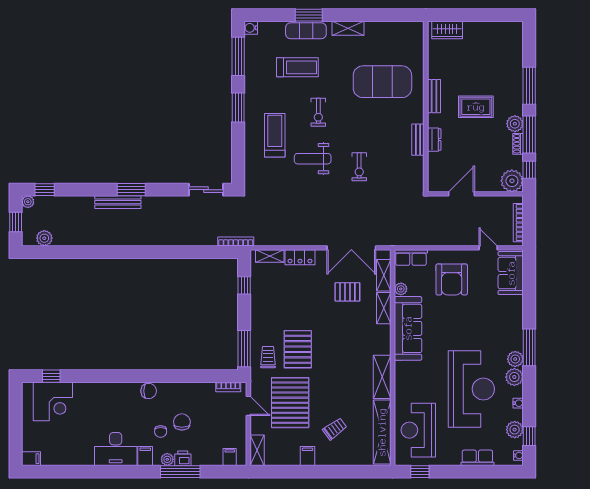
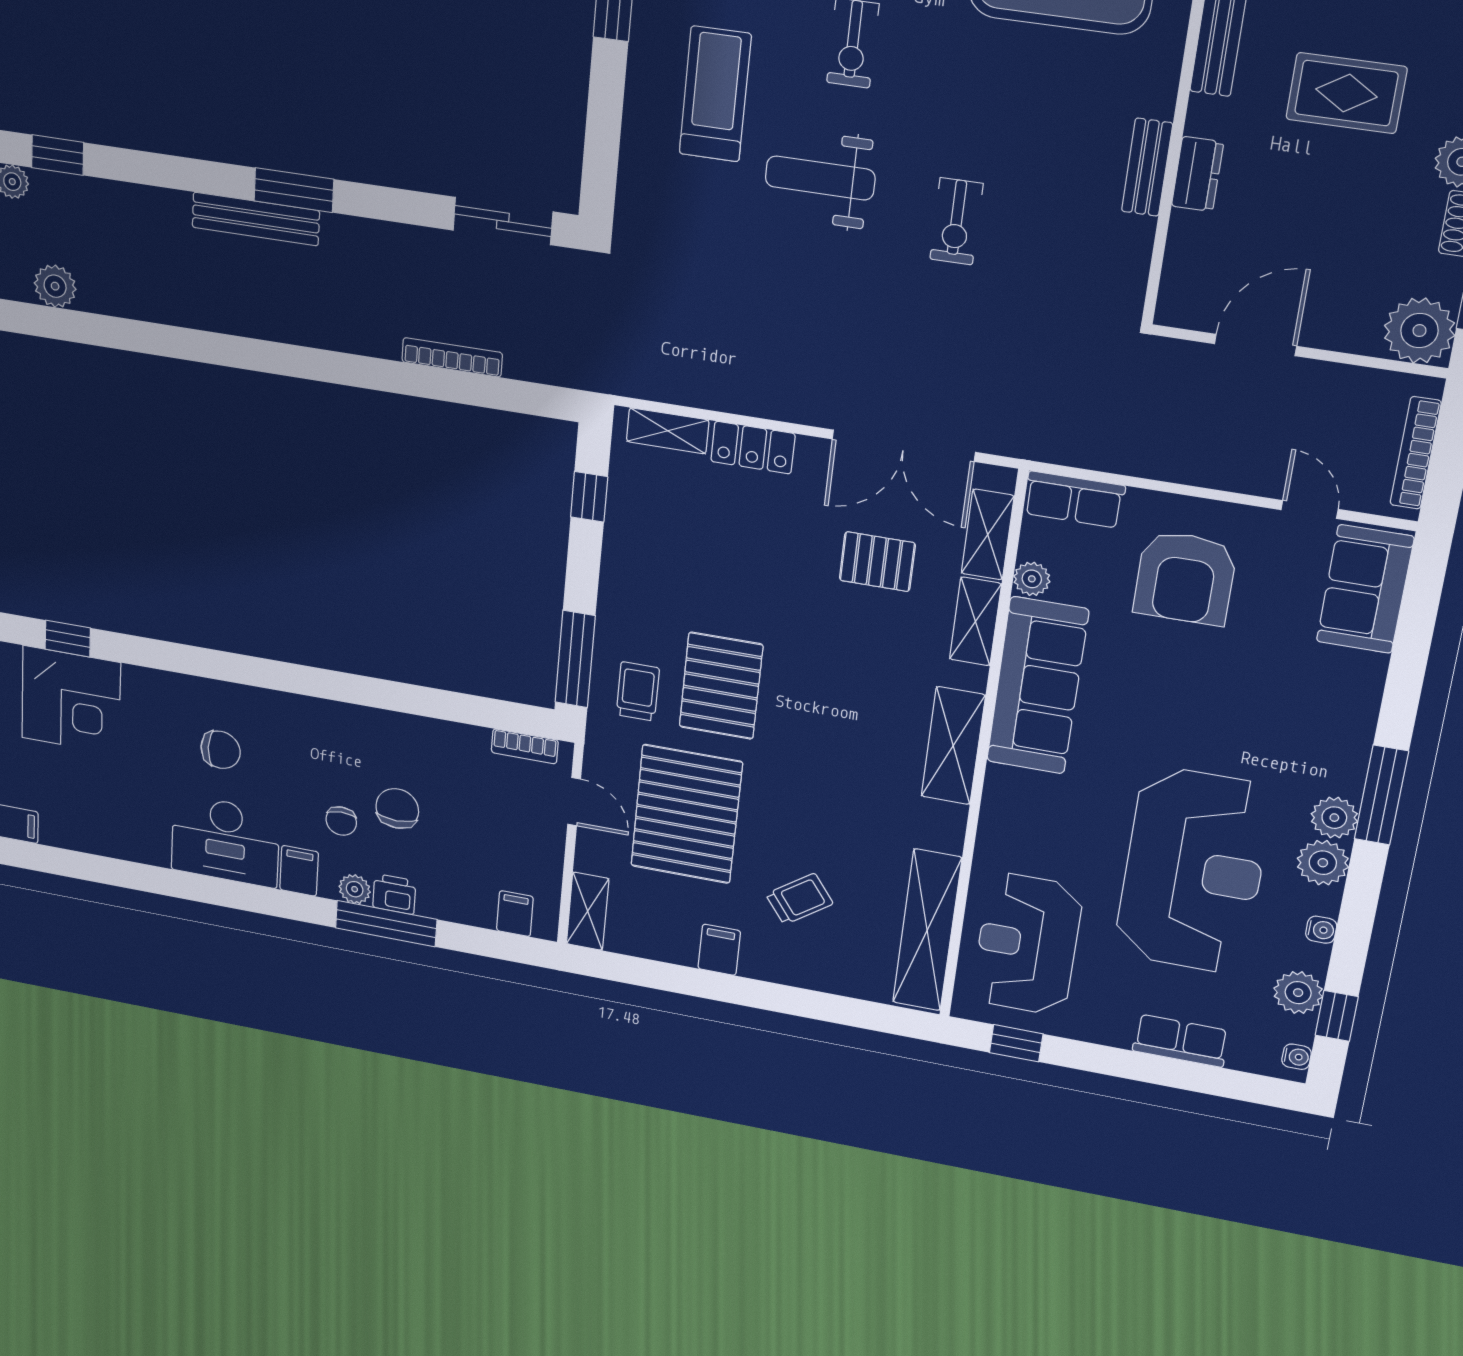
bookcase: (236, 242) -> (452, 357), moved
shelving: (382, 377) -> (953, 746), moved
chair: (149, 391) -> (221, 750), moved

